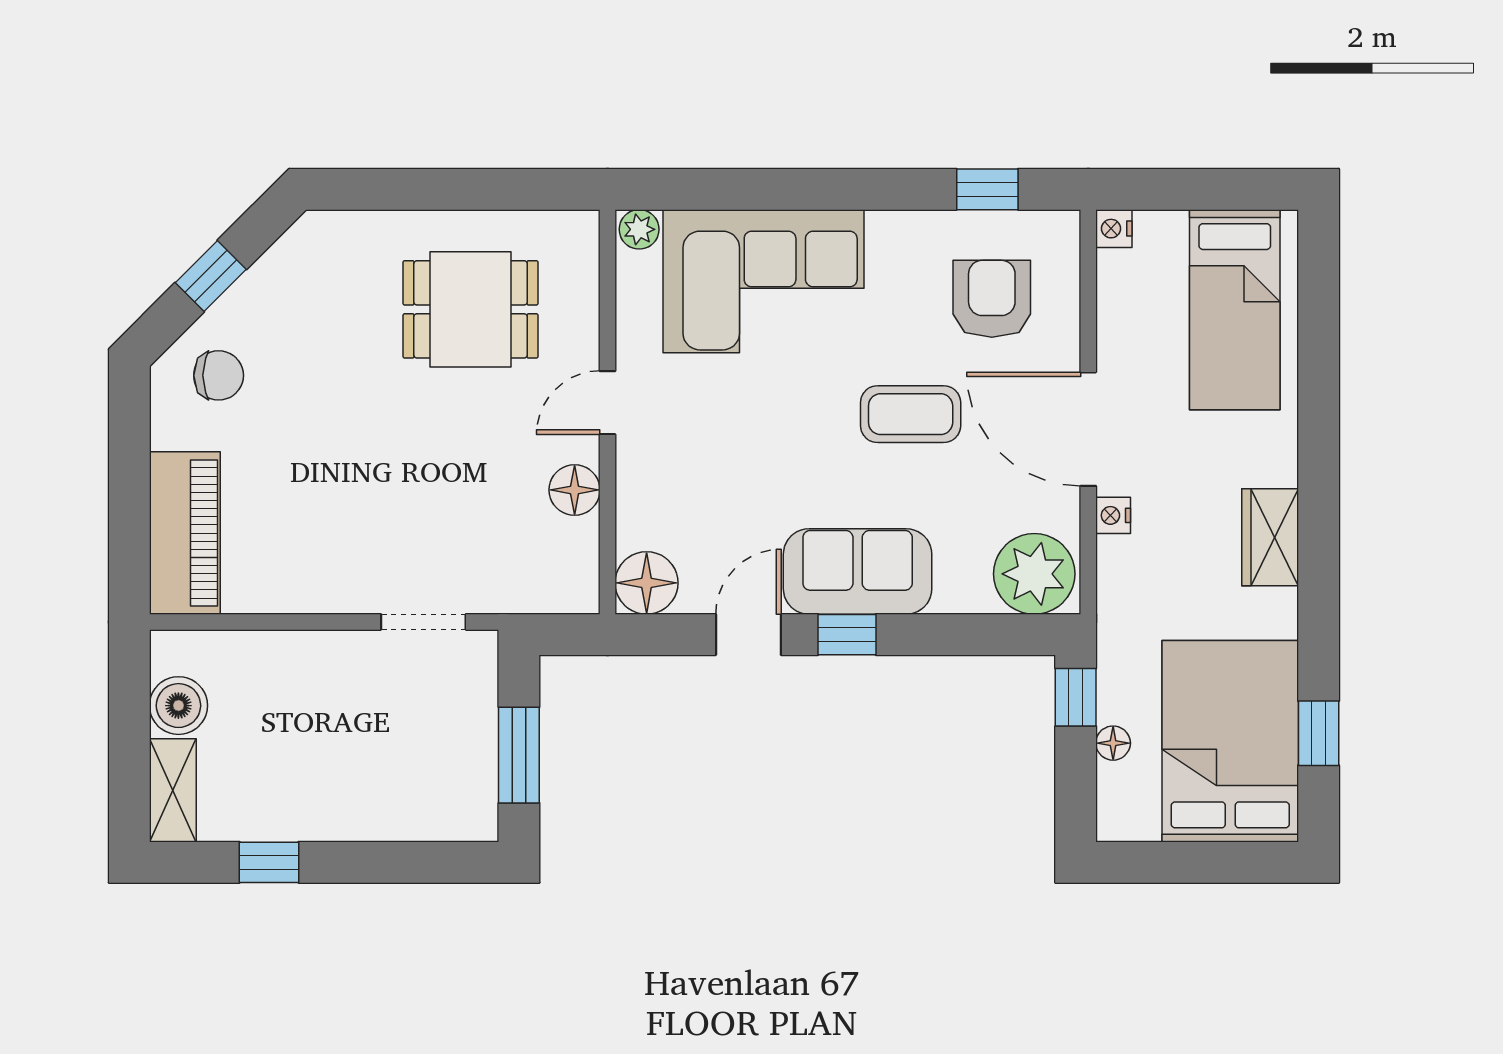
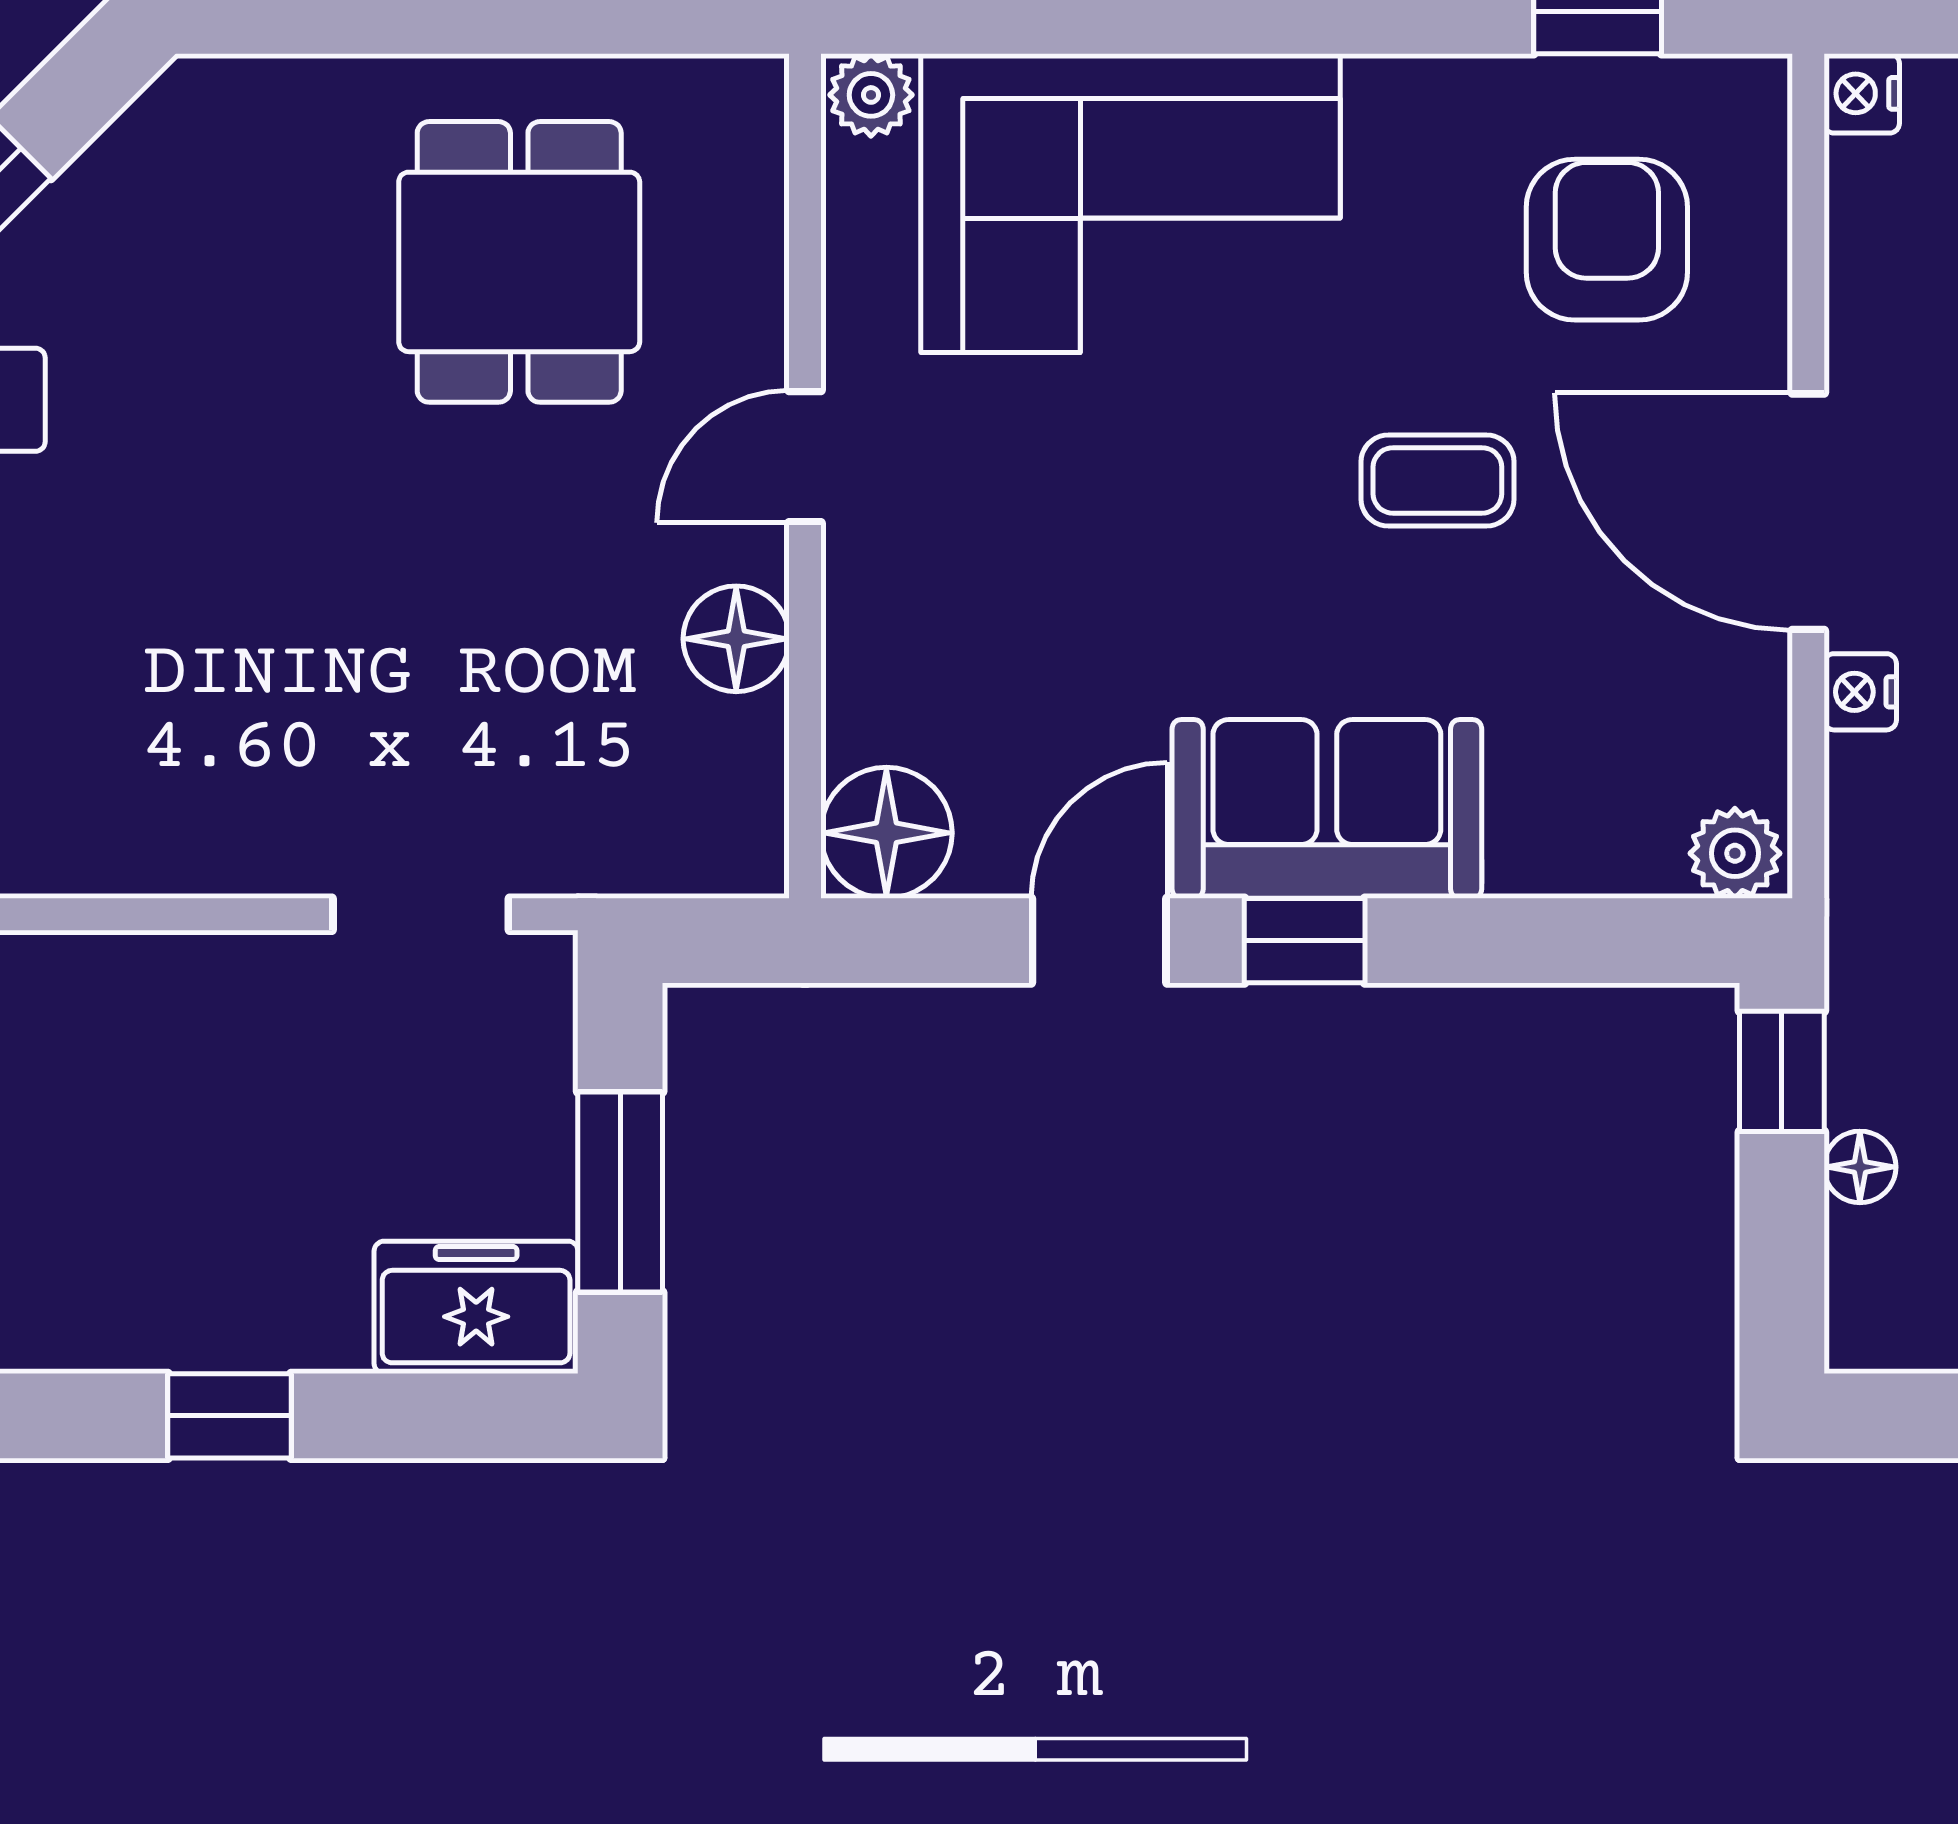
dining table: (471, 309) -> (519, 262), turned 90
coffee table: (911, 414) -> (1437, 480), width x0.73, depth x0.77
plant: (1034, 574) -> (1735, 853), width x0.53, depth x0.53
freezer: (450, 810) -> (476, 1307), added
window: (269, 862) -> (230, 1416), moved

